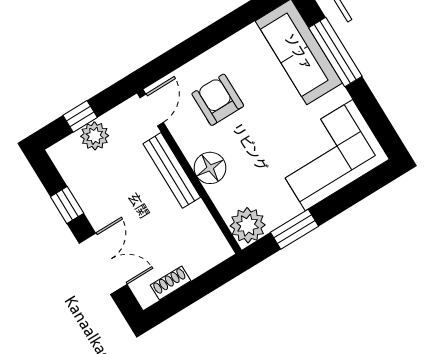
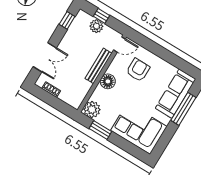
window: (67, 205) -> (67, 20), moved

